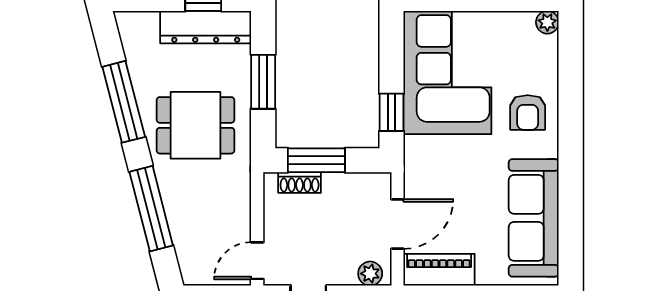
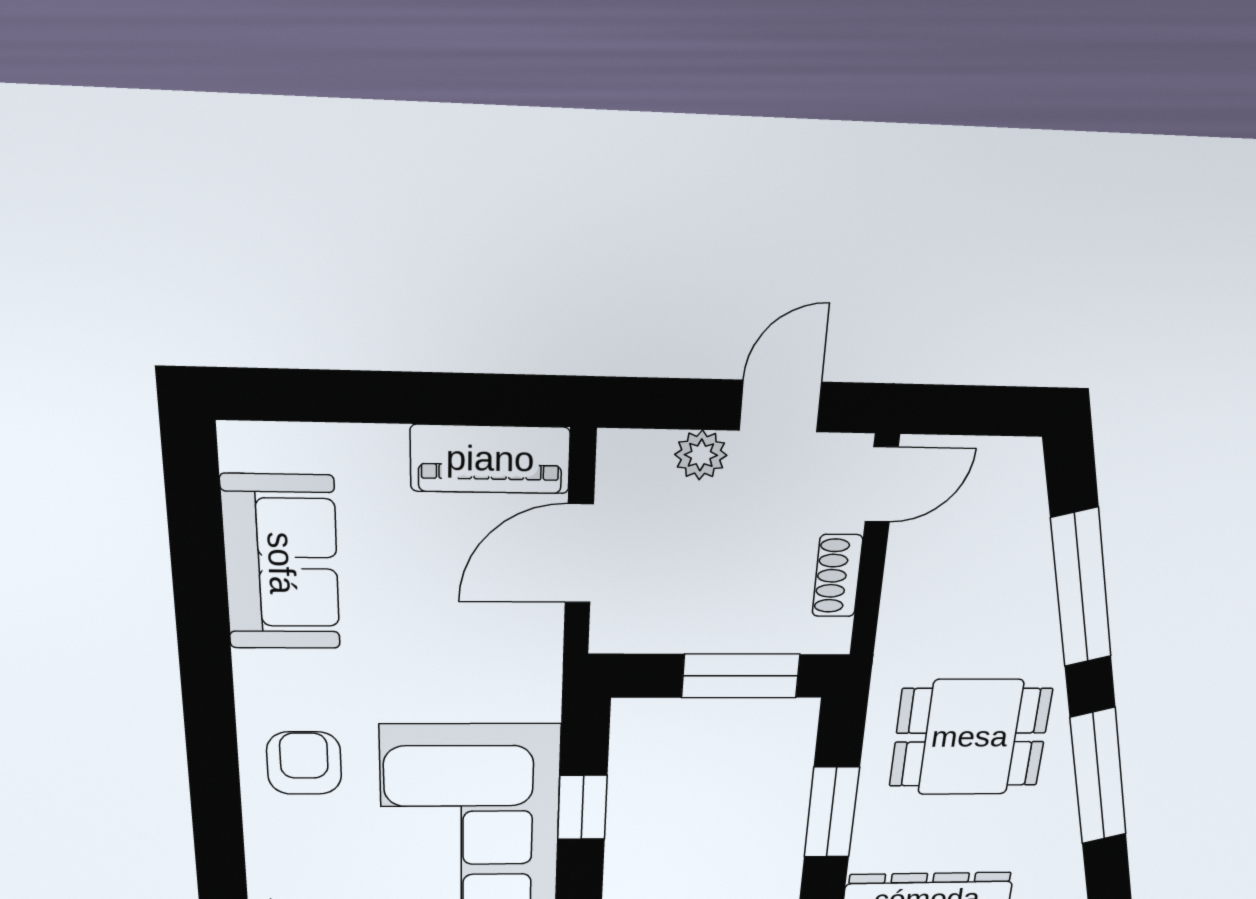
window: (392, 112) -> (582, 807), moved
shoe rack: (300, 183) -> (837, 576), moved, turned -90
sofa: (534, 218) -> (281, 563), width x0.73
plant: (370, 274) -> (701, 455), moved

